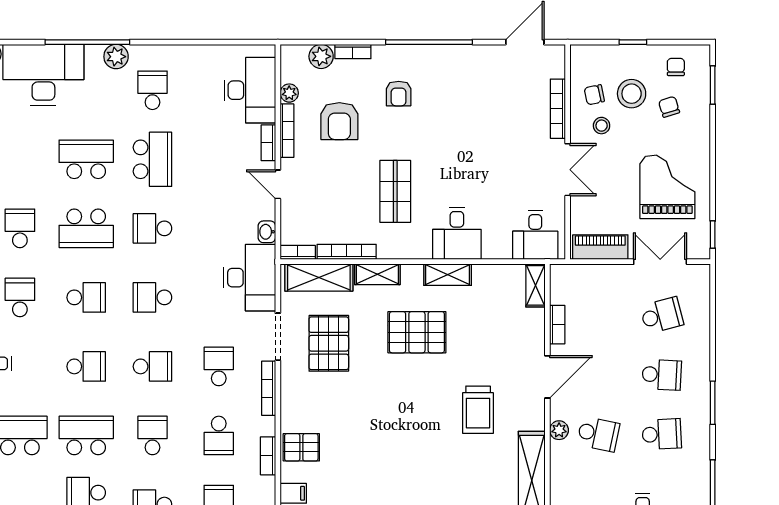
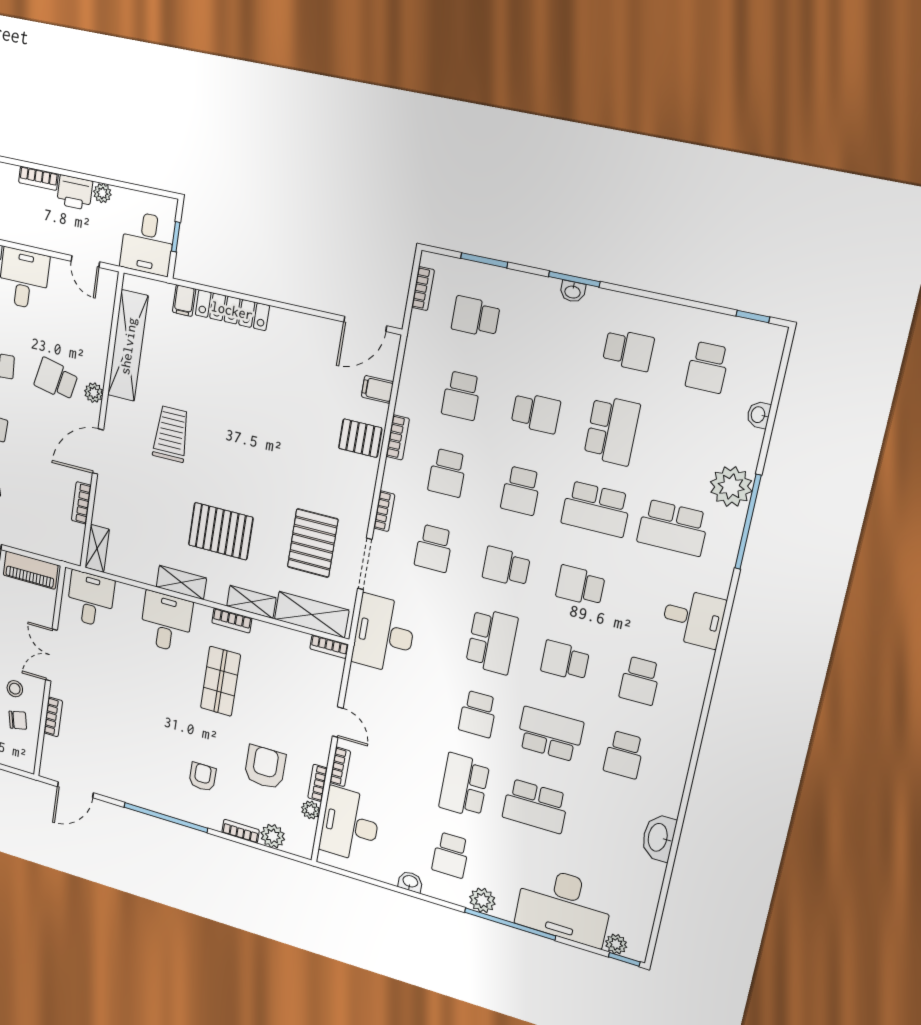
bookcase: (558, 109) -> (53, 717), width x0.64
bookcase: (287, 131) -> (318, 783), width x0.64
school desk: (152, 228) -> (478, 714), turned 90
washbasin: (267, 232) -> (410, 882), moved, turned -90
bookcase: (347, 252) -> (232, 620), moved, width x0.64
school desk: (152, 297) -> (492, 641), width x1.85
bookcase: (269, 388) -> (384, 511), width x0.64
school desk: (219, 435) -> (447, 473), turned 180

